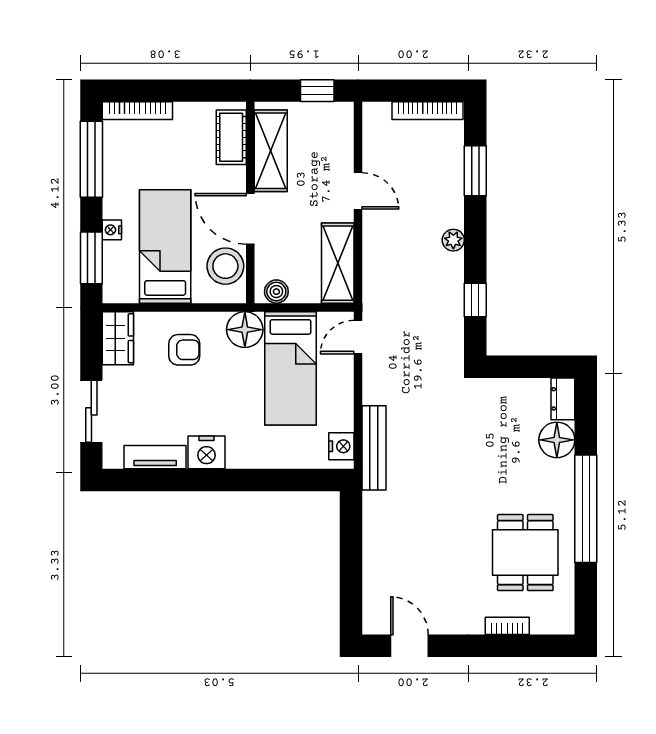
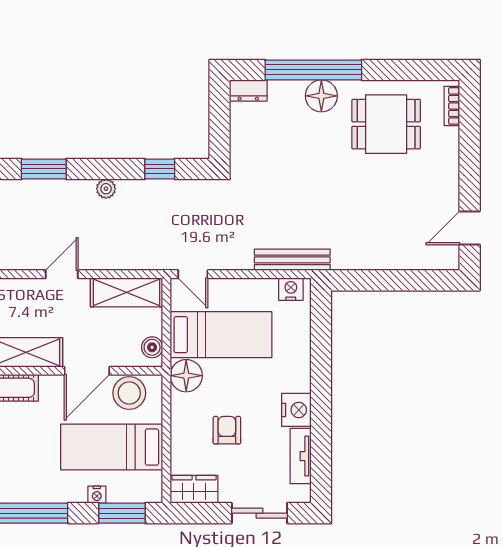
armchair: (184, 350) -> (227, 430), moved
floor lamp: (557, 440) -> (321, 96), moved
window: (586, 509) -> (313, 70), moved
bookcase: (507, 626) -> (452, 106), moved

